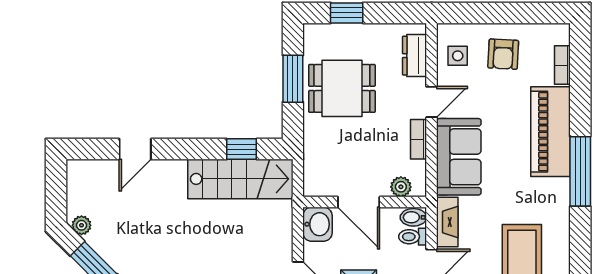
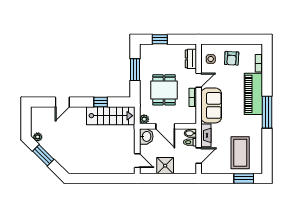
dining table: (342, 88) -> (164, 90), moved, turned 90
window: (242, 149) -> (101, 102), moved
plant: (401, 187) -> (144, 119), moved

